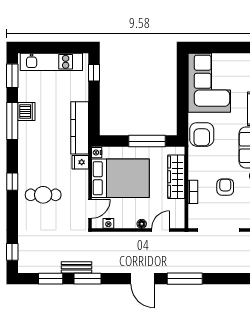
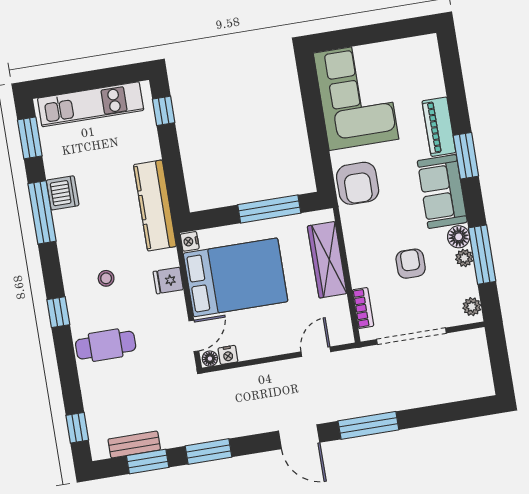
fridge: (80, 162) -> (168, 281), moved
stool: (44, 166) -> (106, 278), added
bookcase: (193, 192) -> (363, 308), moved
cafe table: (43, 195) -> (106, 345), moved
floor lamp: (142, 224) -> (210, 359), moved
bench: (76, 267) -> (134, 444), moved

